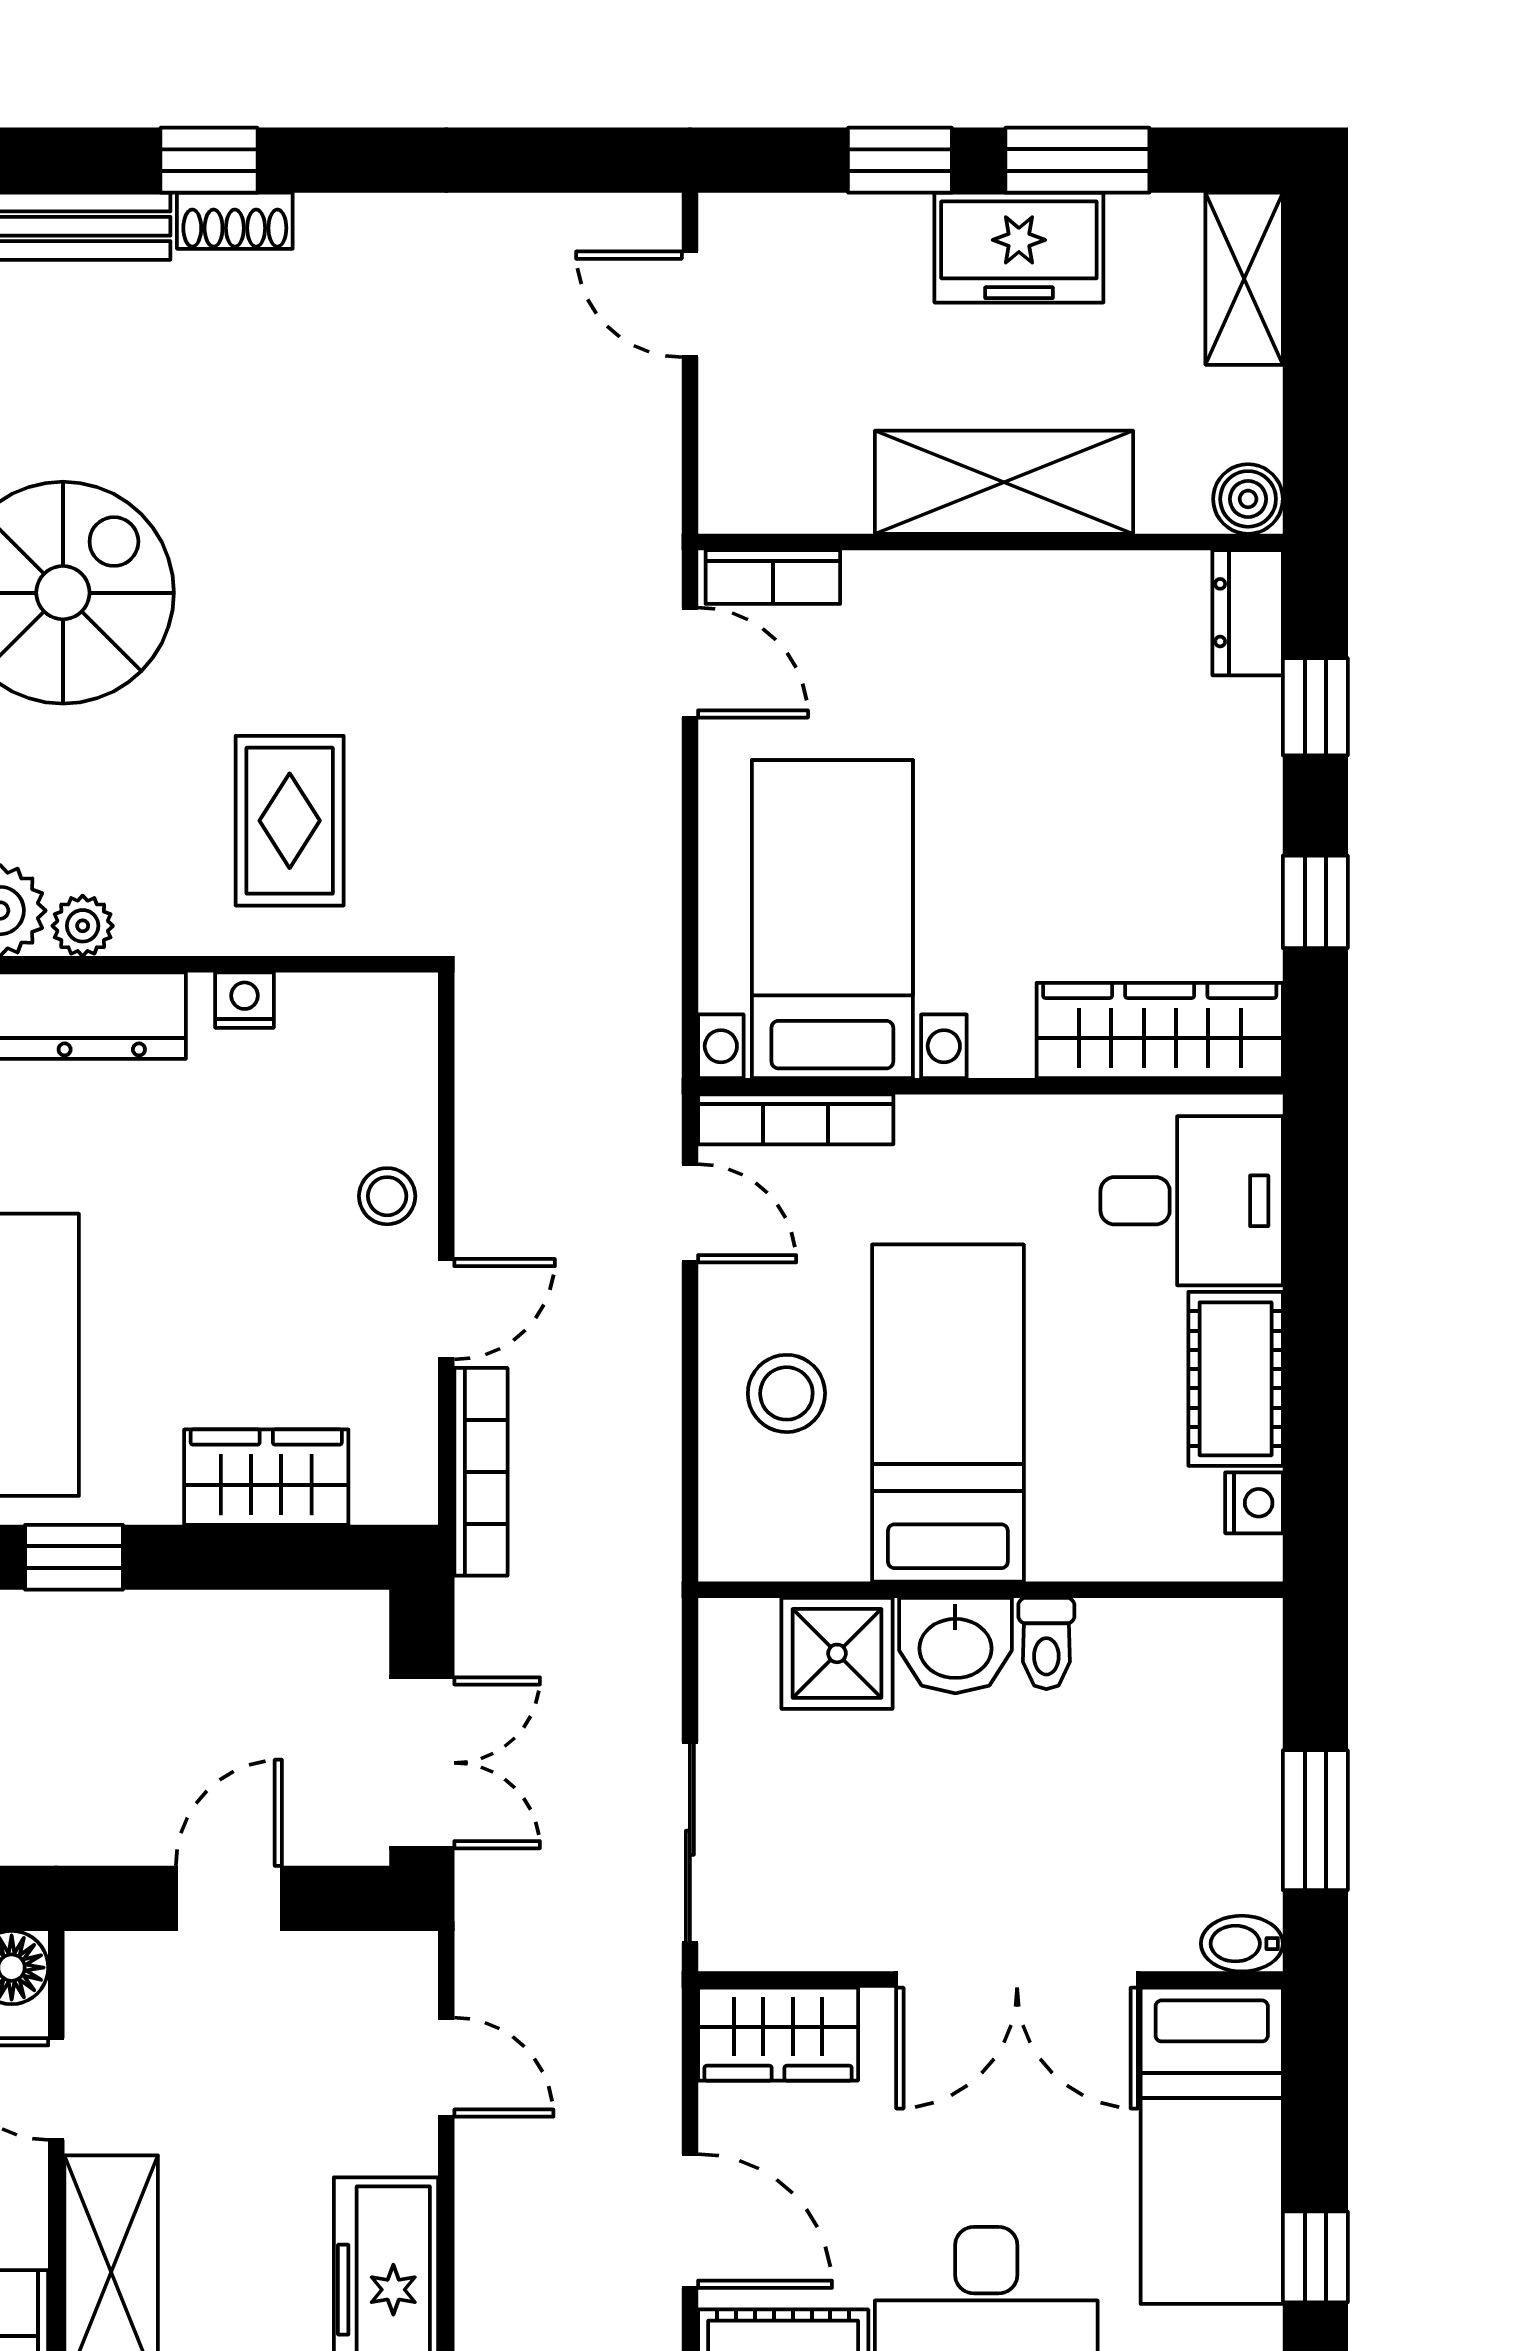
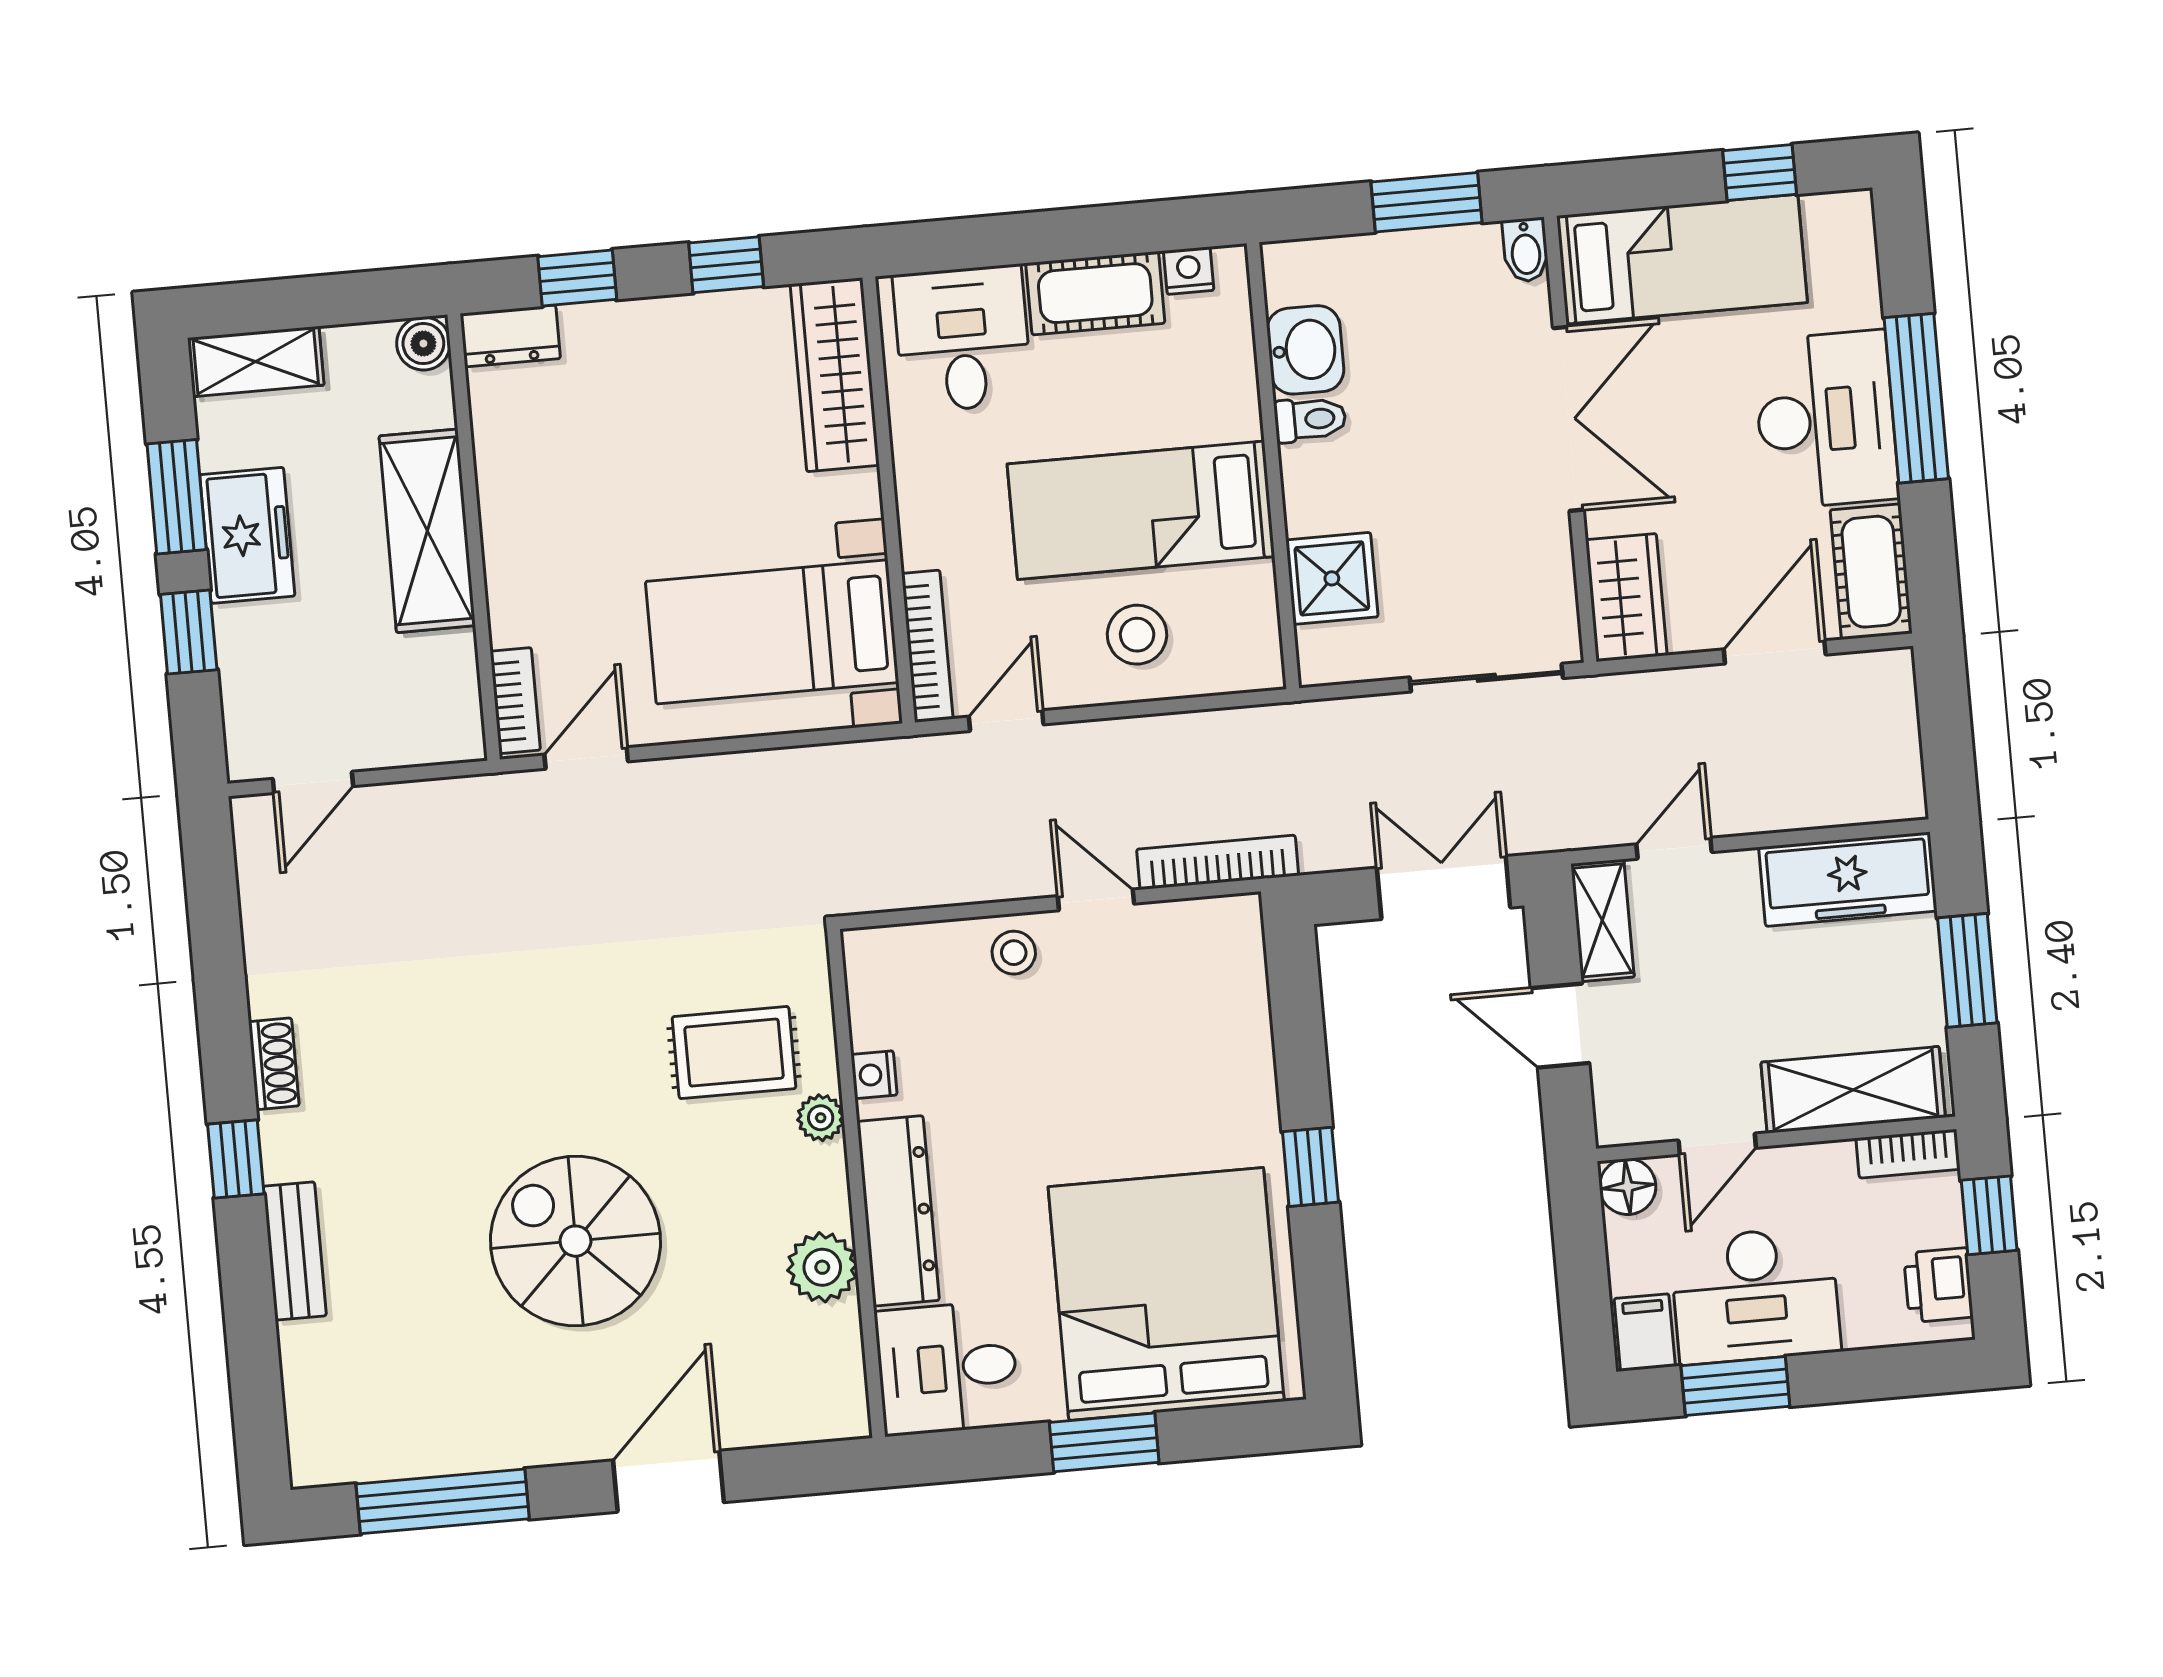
shoe rack: (235, 221) -> (274, 1064), moved
plant: (83, 926) -> (821, 1118), moved
wardrobe: (266, 1477) -> (1236, 1026), removed
washbasin: (955, 1646) -> (1305, 350), moved
shelving: (361, 1966) -> (1602, 920), added

